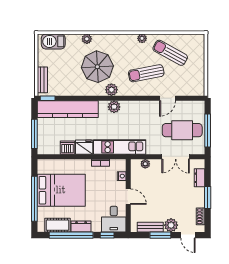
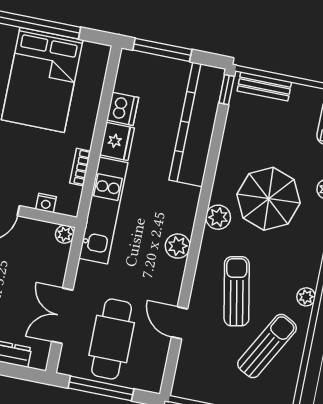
plant: (114, 107) -> (178, 246), moved
plant: (145, 164) -> (65, 234), moved

